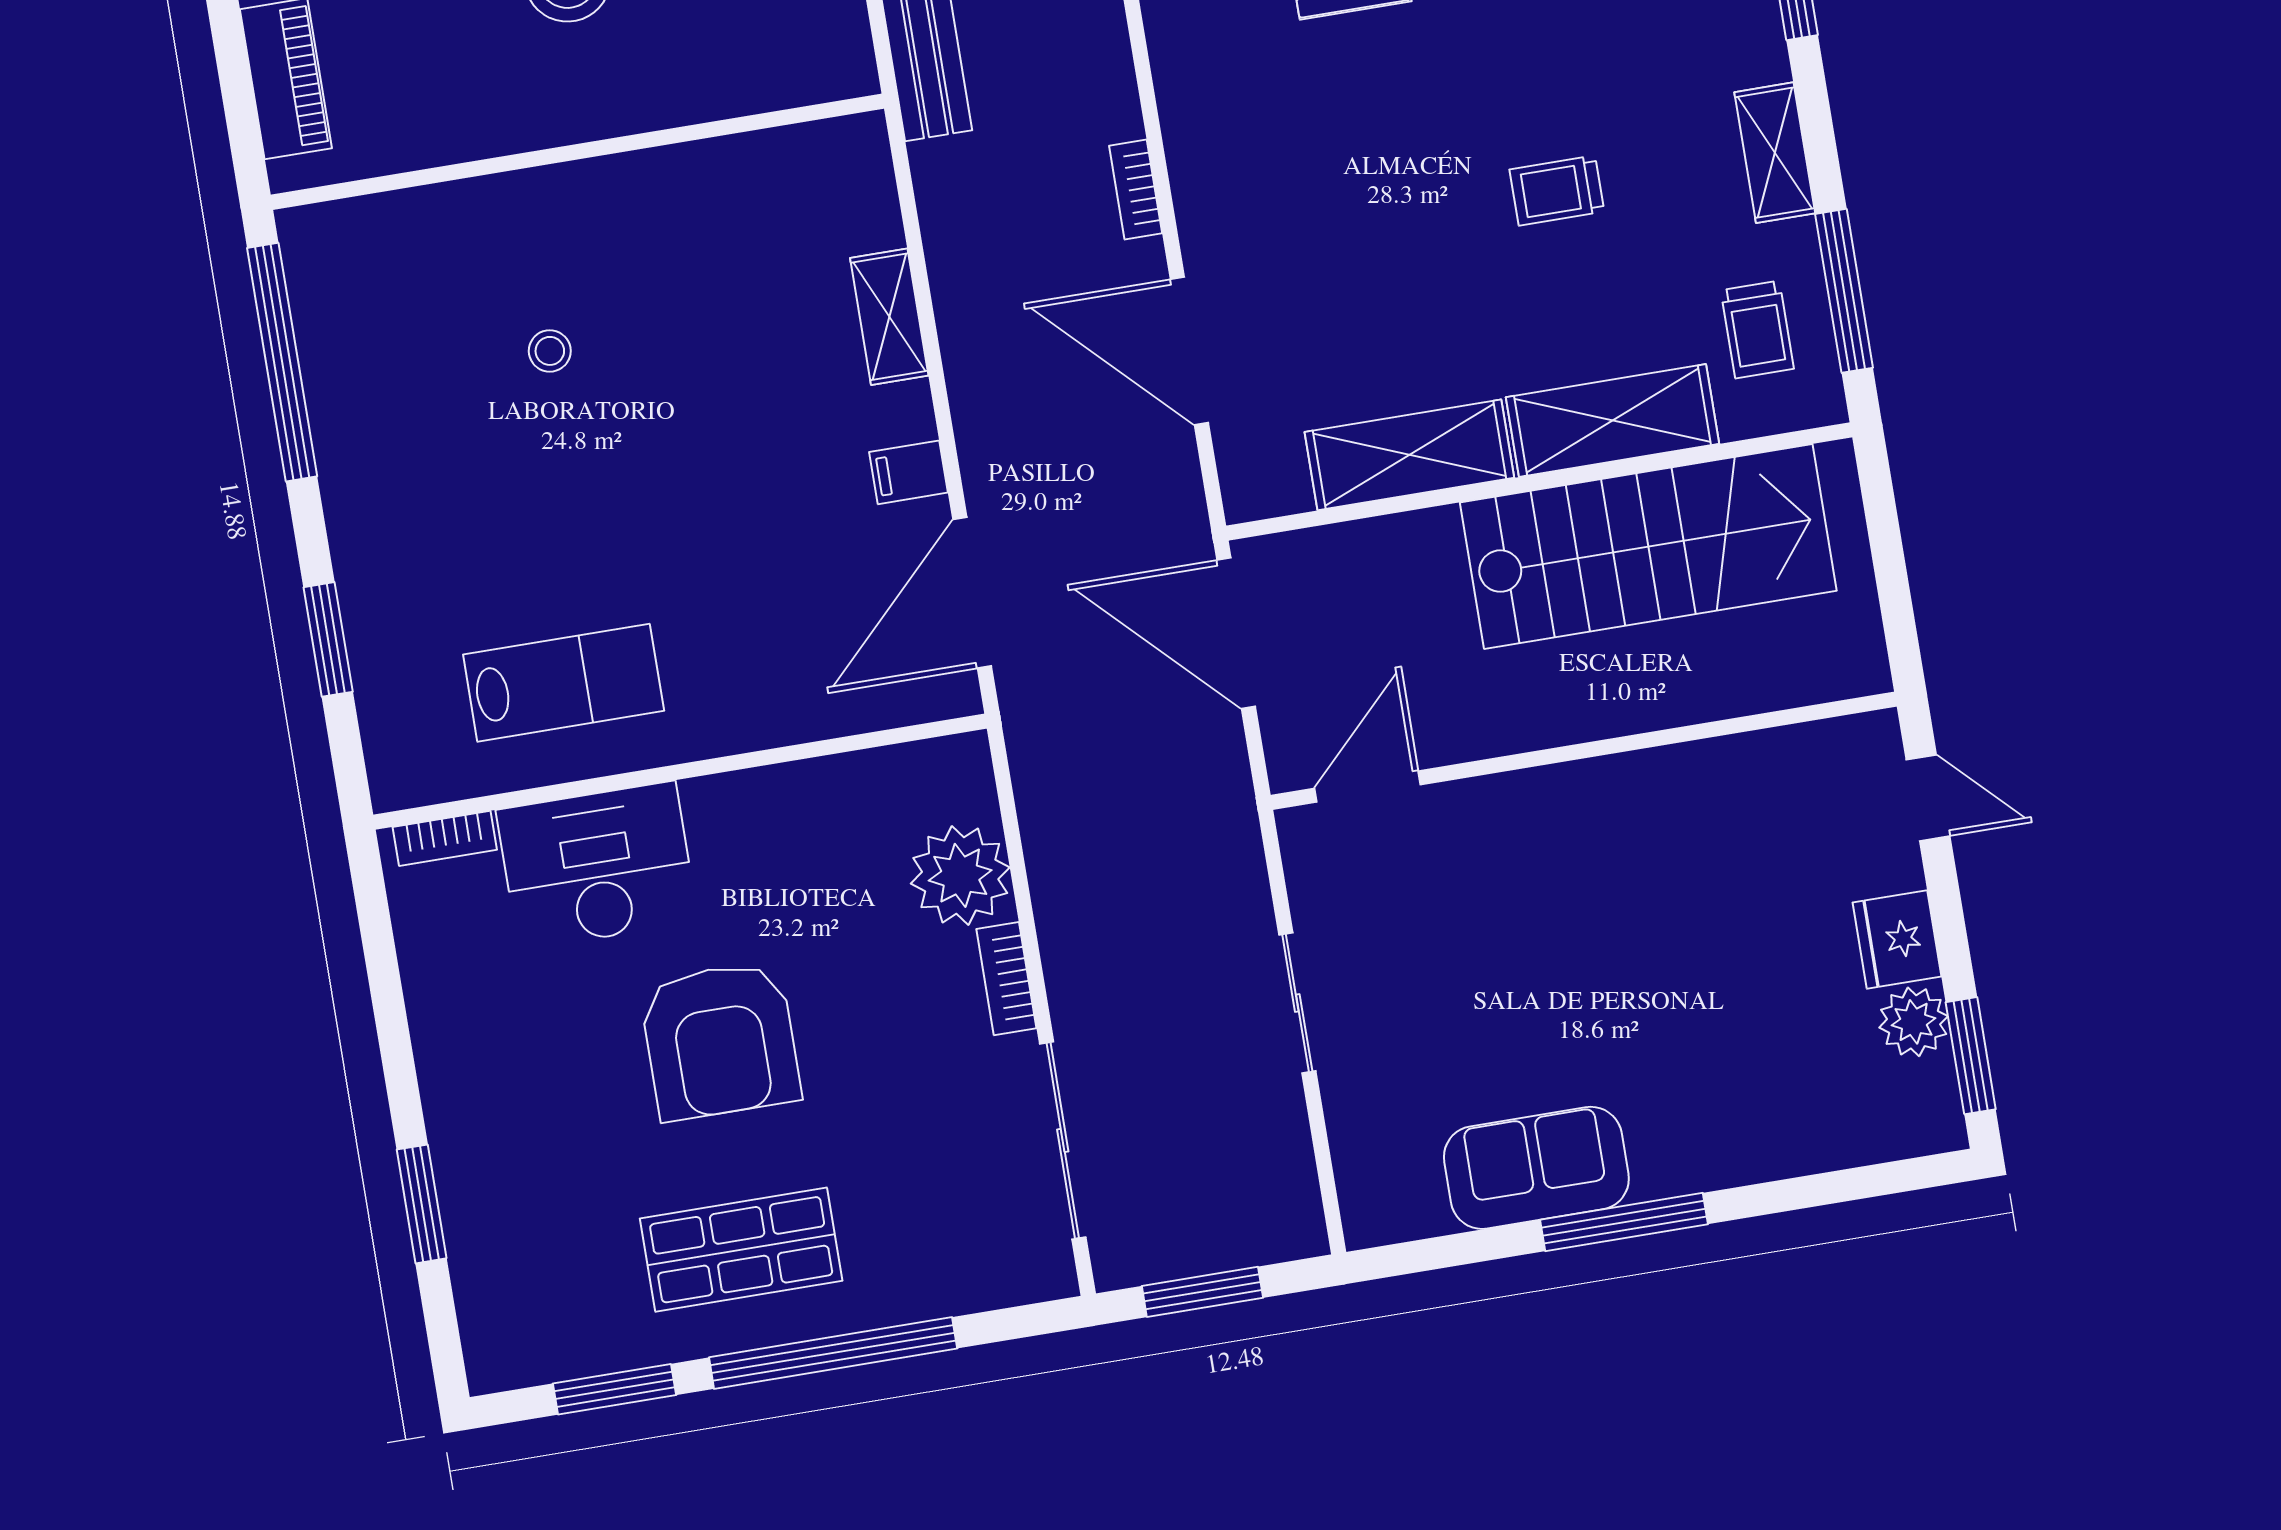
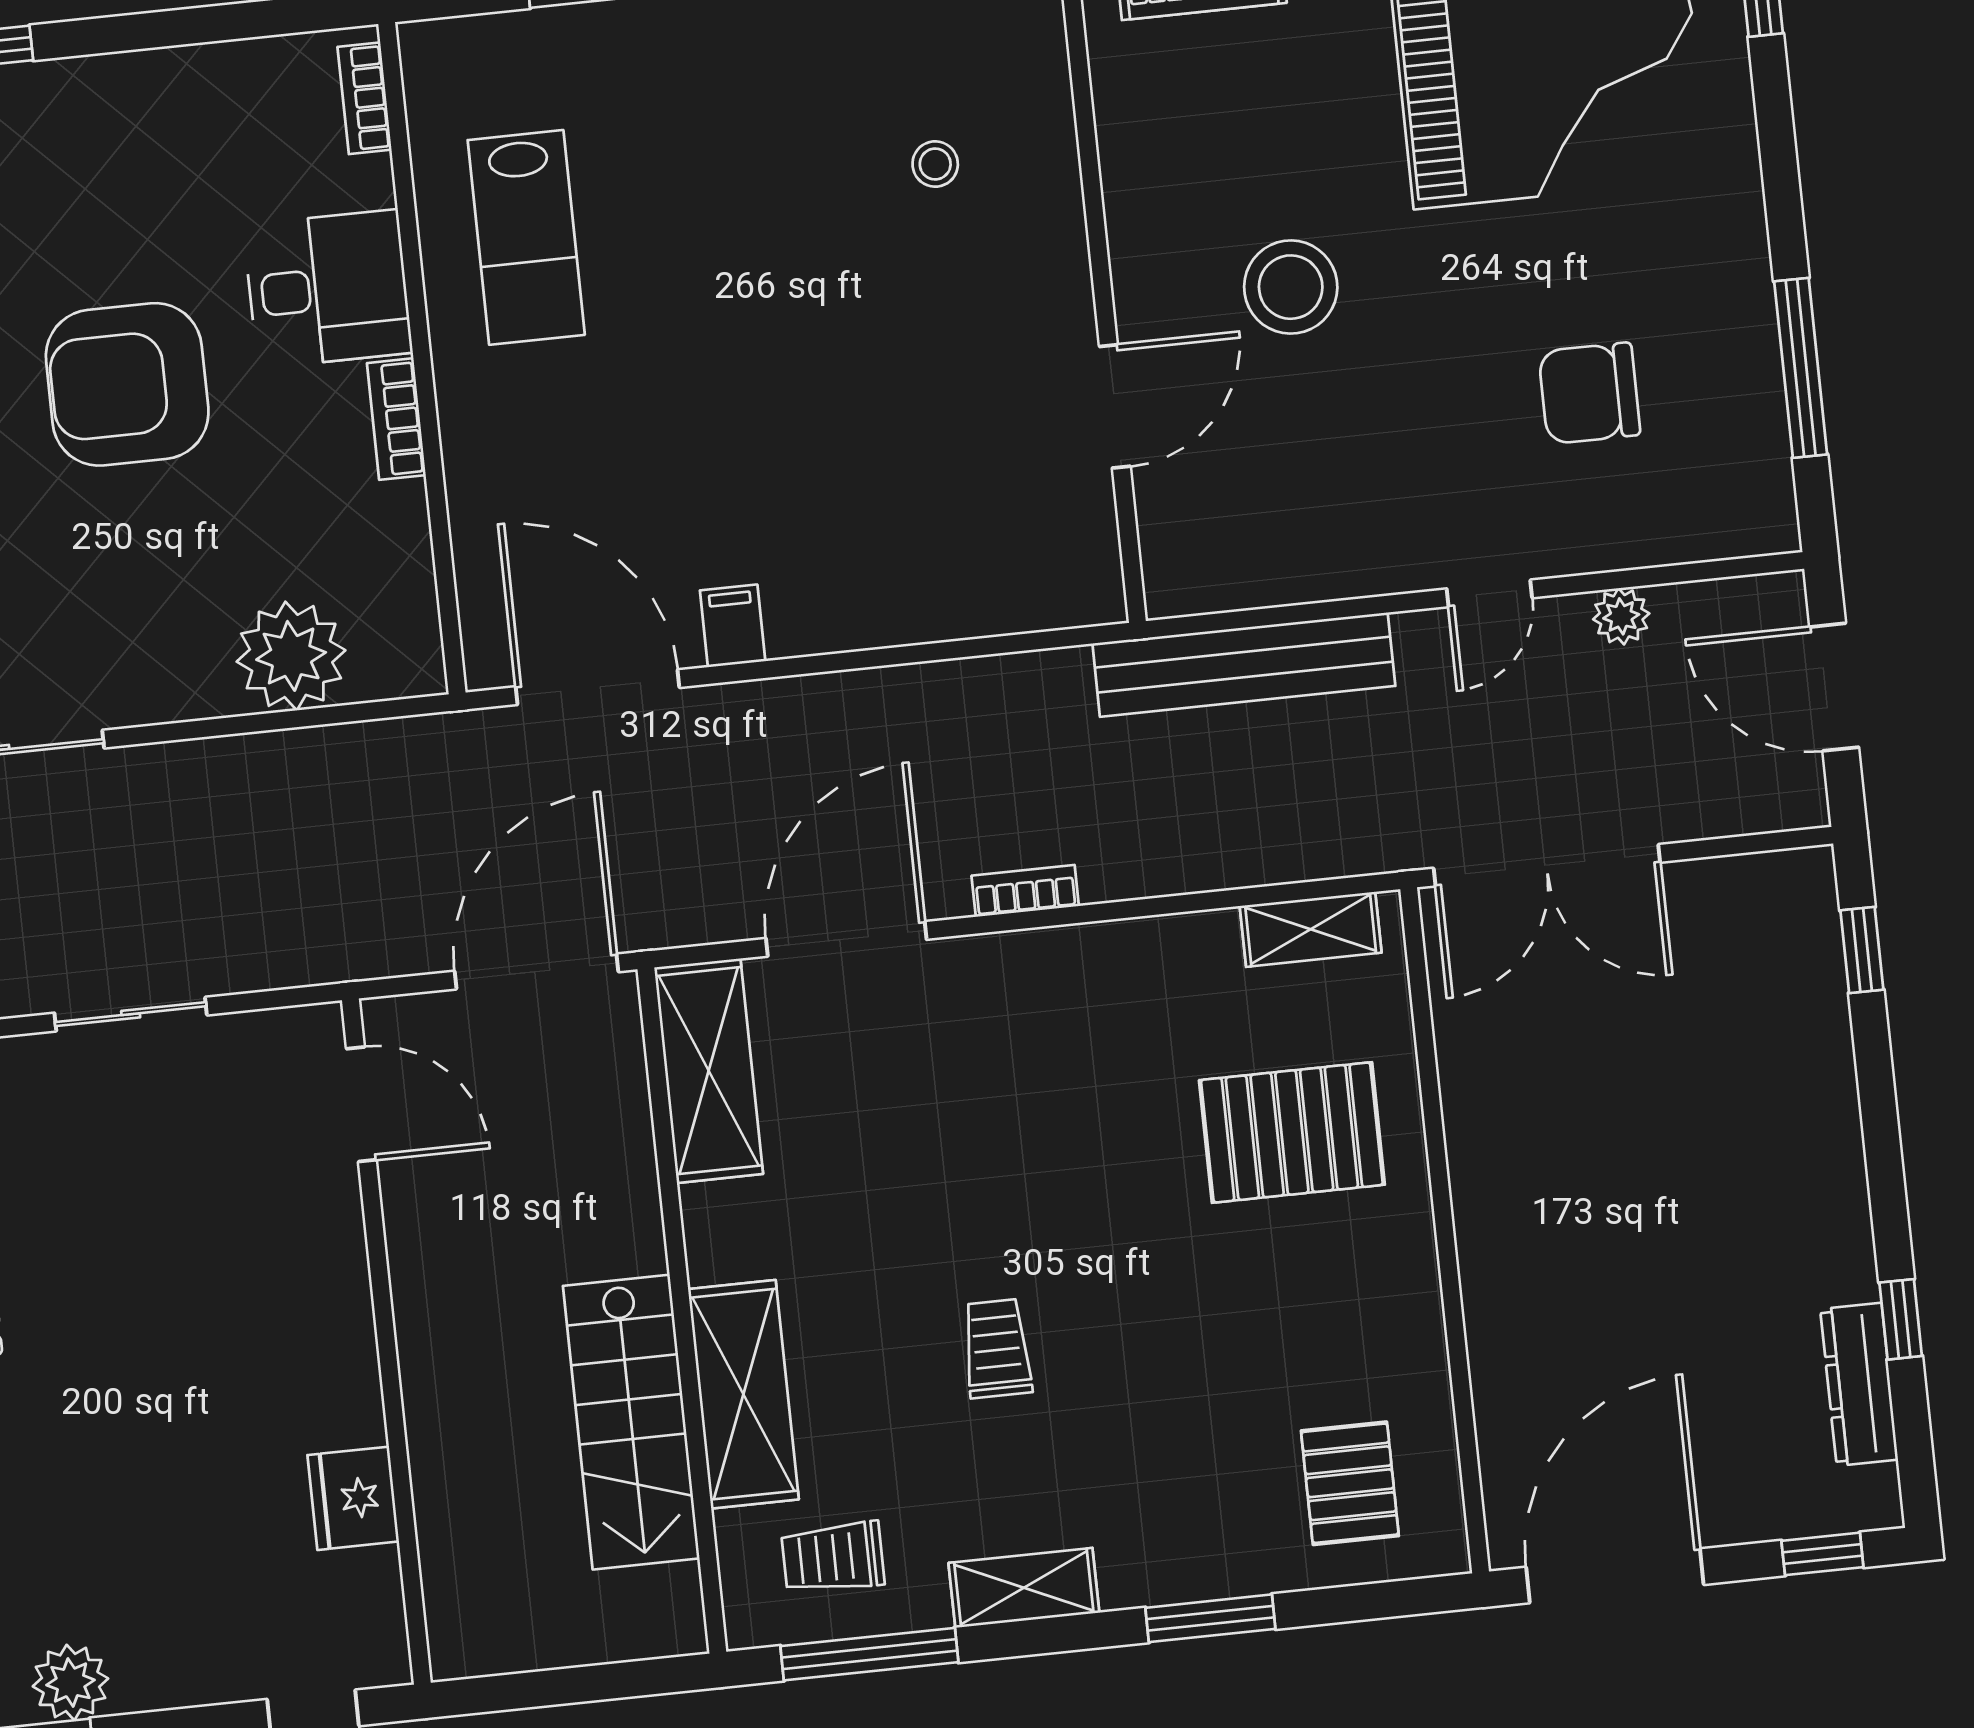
door: (686, 134) -> (1115, 406), added
shelving: (889, 317) -> (903, 615), removed
stool: (550, 351) -> (935, 164), moved
shelving: (1409, 455) -> (709, 1071), moved
stairs: (1648, 547) -> (631, 1422), width x0.73, depth x0.66
desk: (597, 866) -> (328, 289), width x0.73
fridge: (1897, 940) -> (353, 1498), moved, turned -90
bookcase: (1006, 979) -> (396, 419), moved, turned -90

